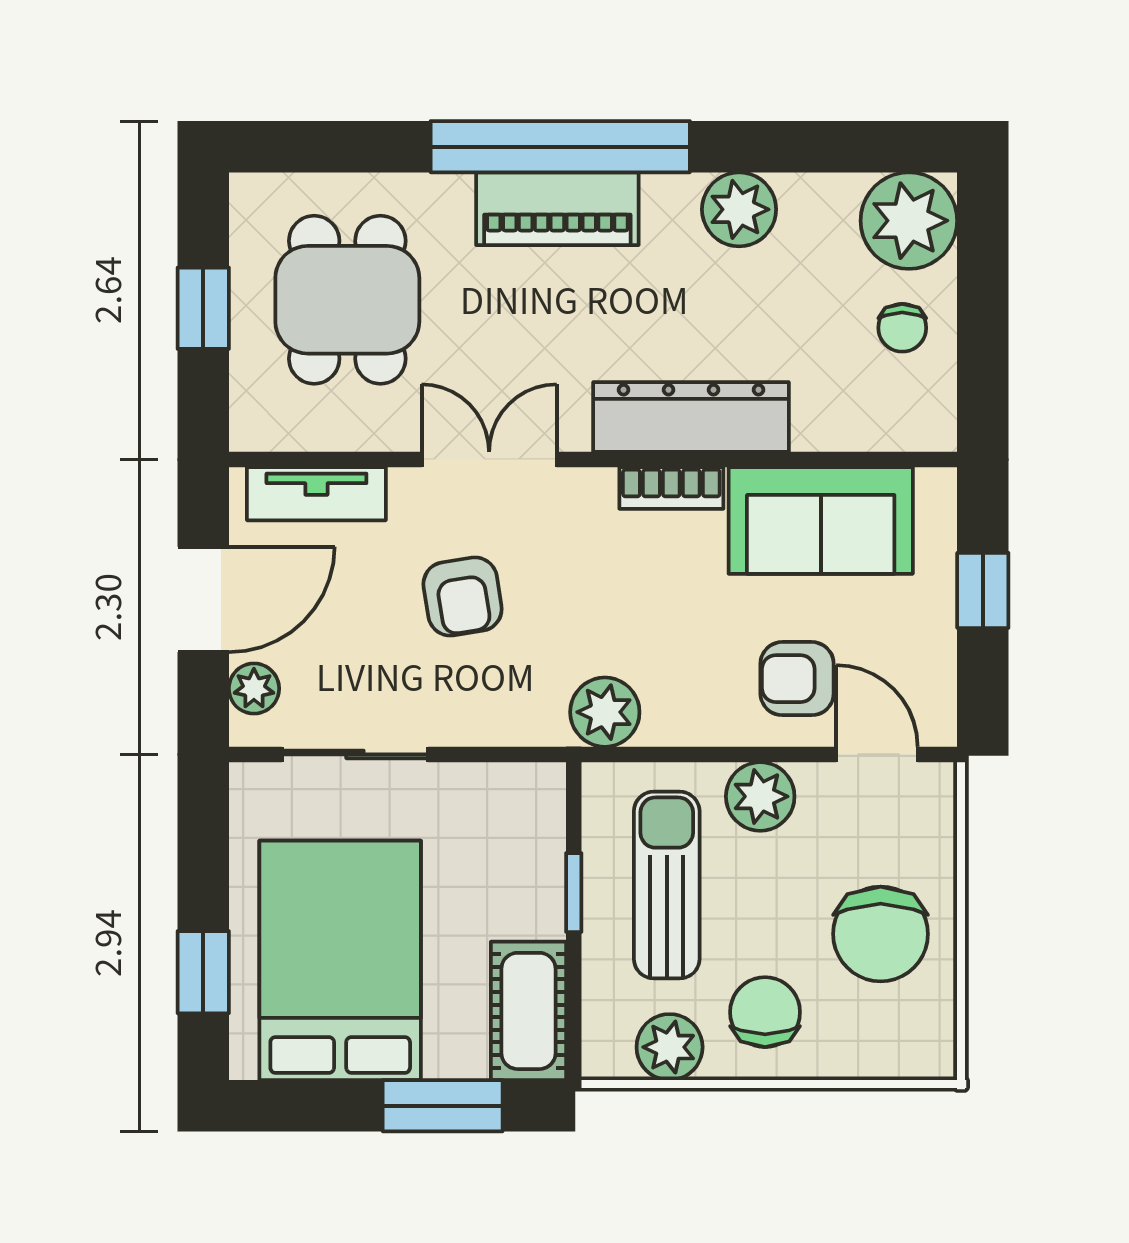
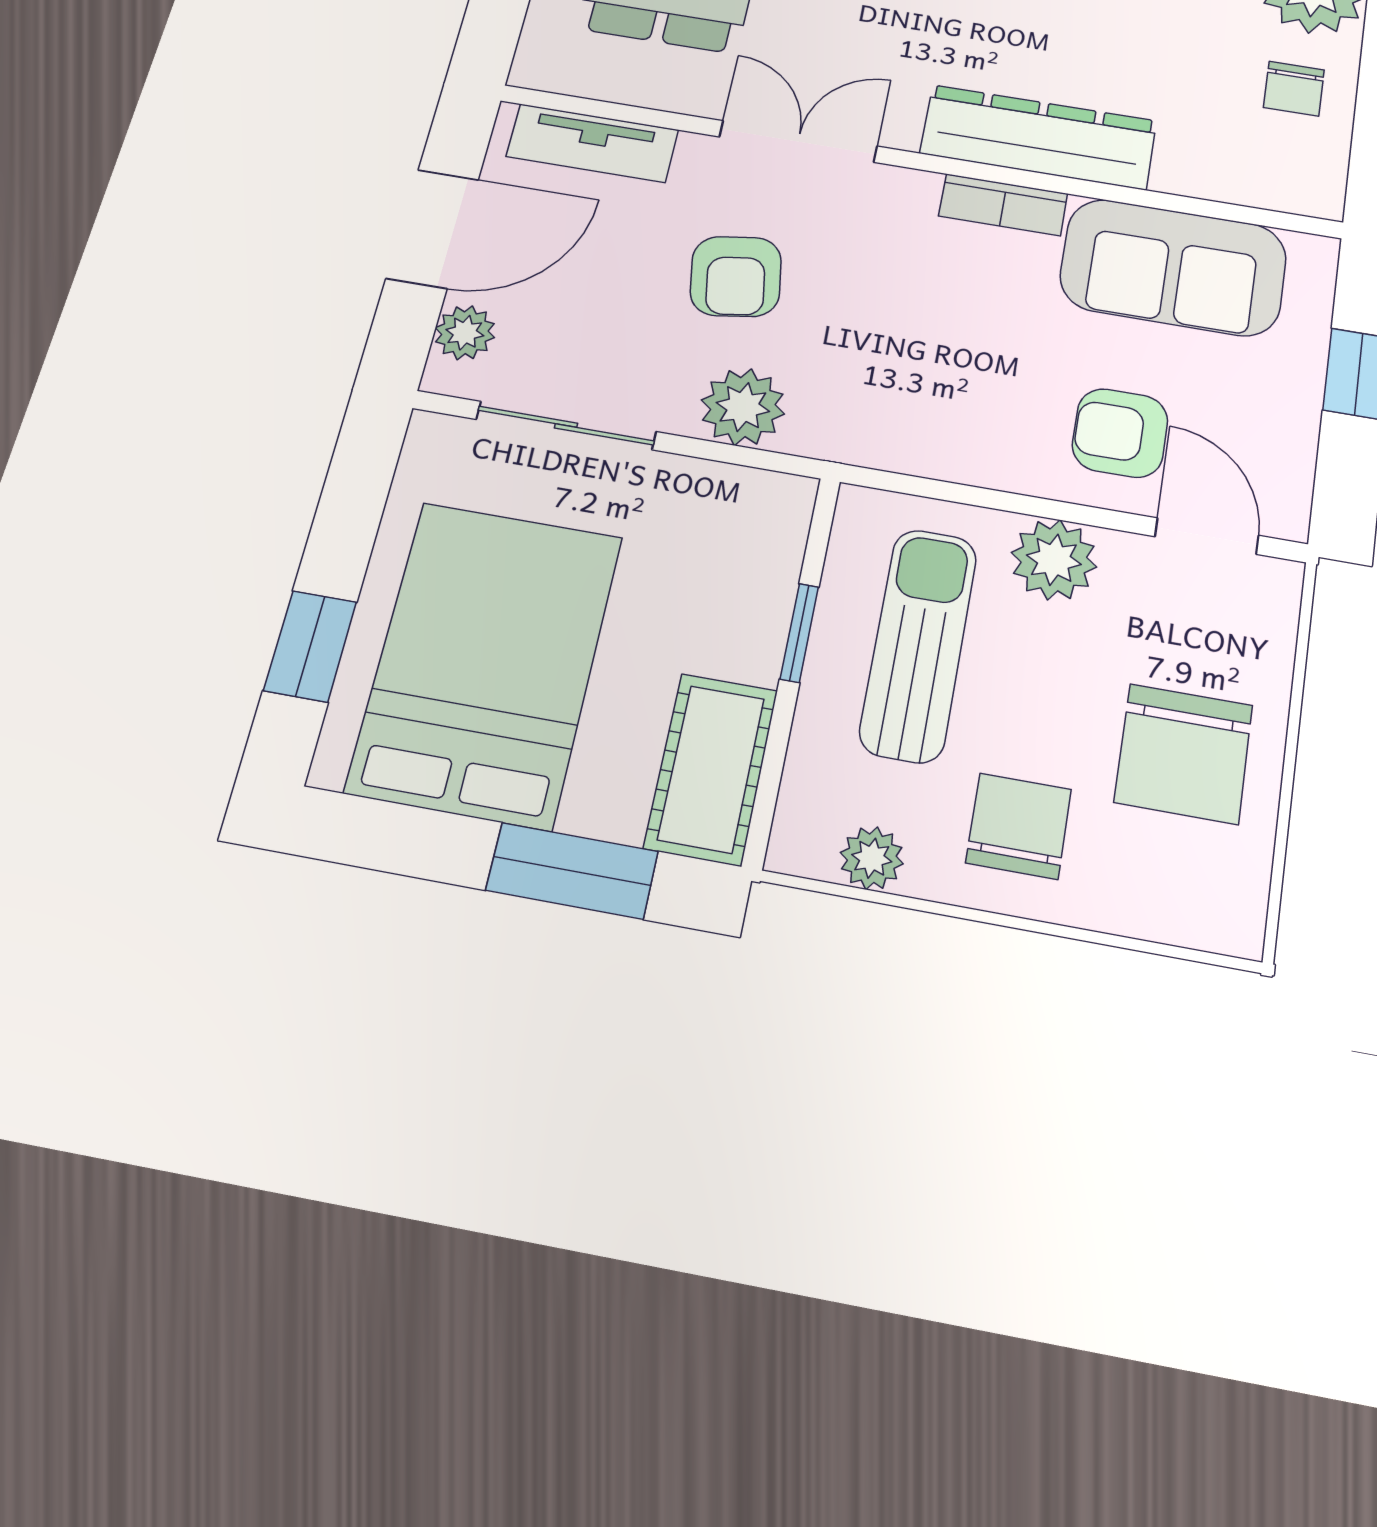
plant: (605, 712) -> (743, 407), moved
plant: (670, 1047) -> (872, 858), width x0.73, depth x0.73

